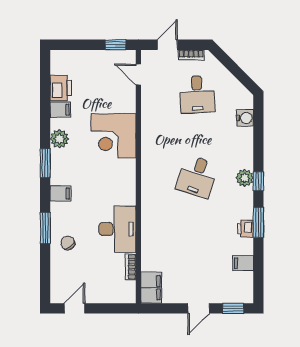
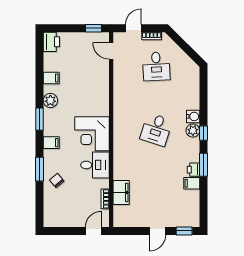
printer: (61, 88) -> (51, 42), moved
water cooler: (245, 118) -> (193, 116), moved
corner desk: (114, 136) -> (92, 134), moved
desk: (117, 229) -> (95, 165), width x0.73
filing cabinet: (243, 263) -> (192, 183), moved
filing cabinet: (151, 288) -> (121, 192), moved
door: (75, 308) -> (93, 231), moved

